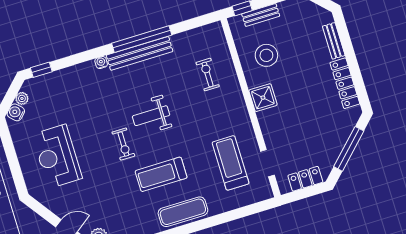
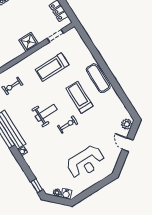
shower: (263, 98) -> (29, 42), moved
weight bench: (151, 116) -> (46, 113), turned -90
treadmill: (231, 163) -> (52, 67), moved
treadmill: (161, 174) -> (79, 97), turned 180

